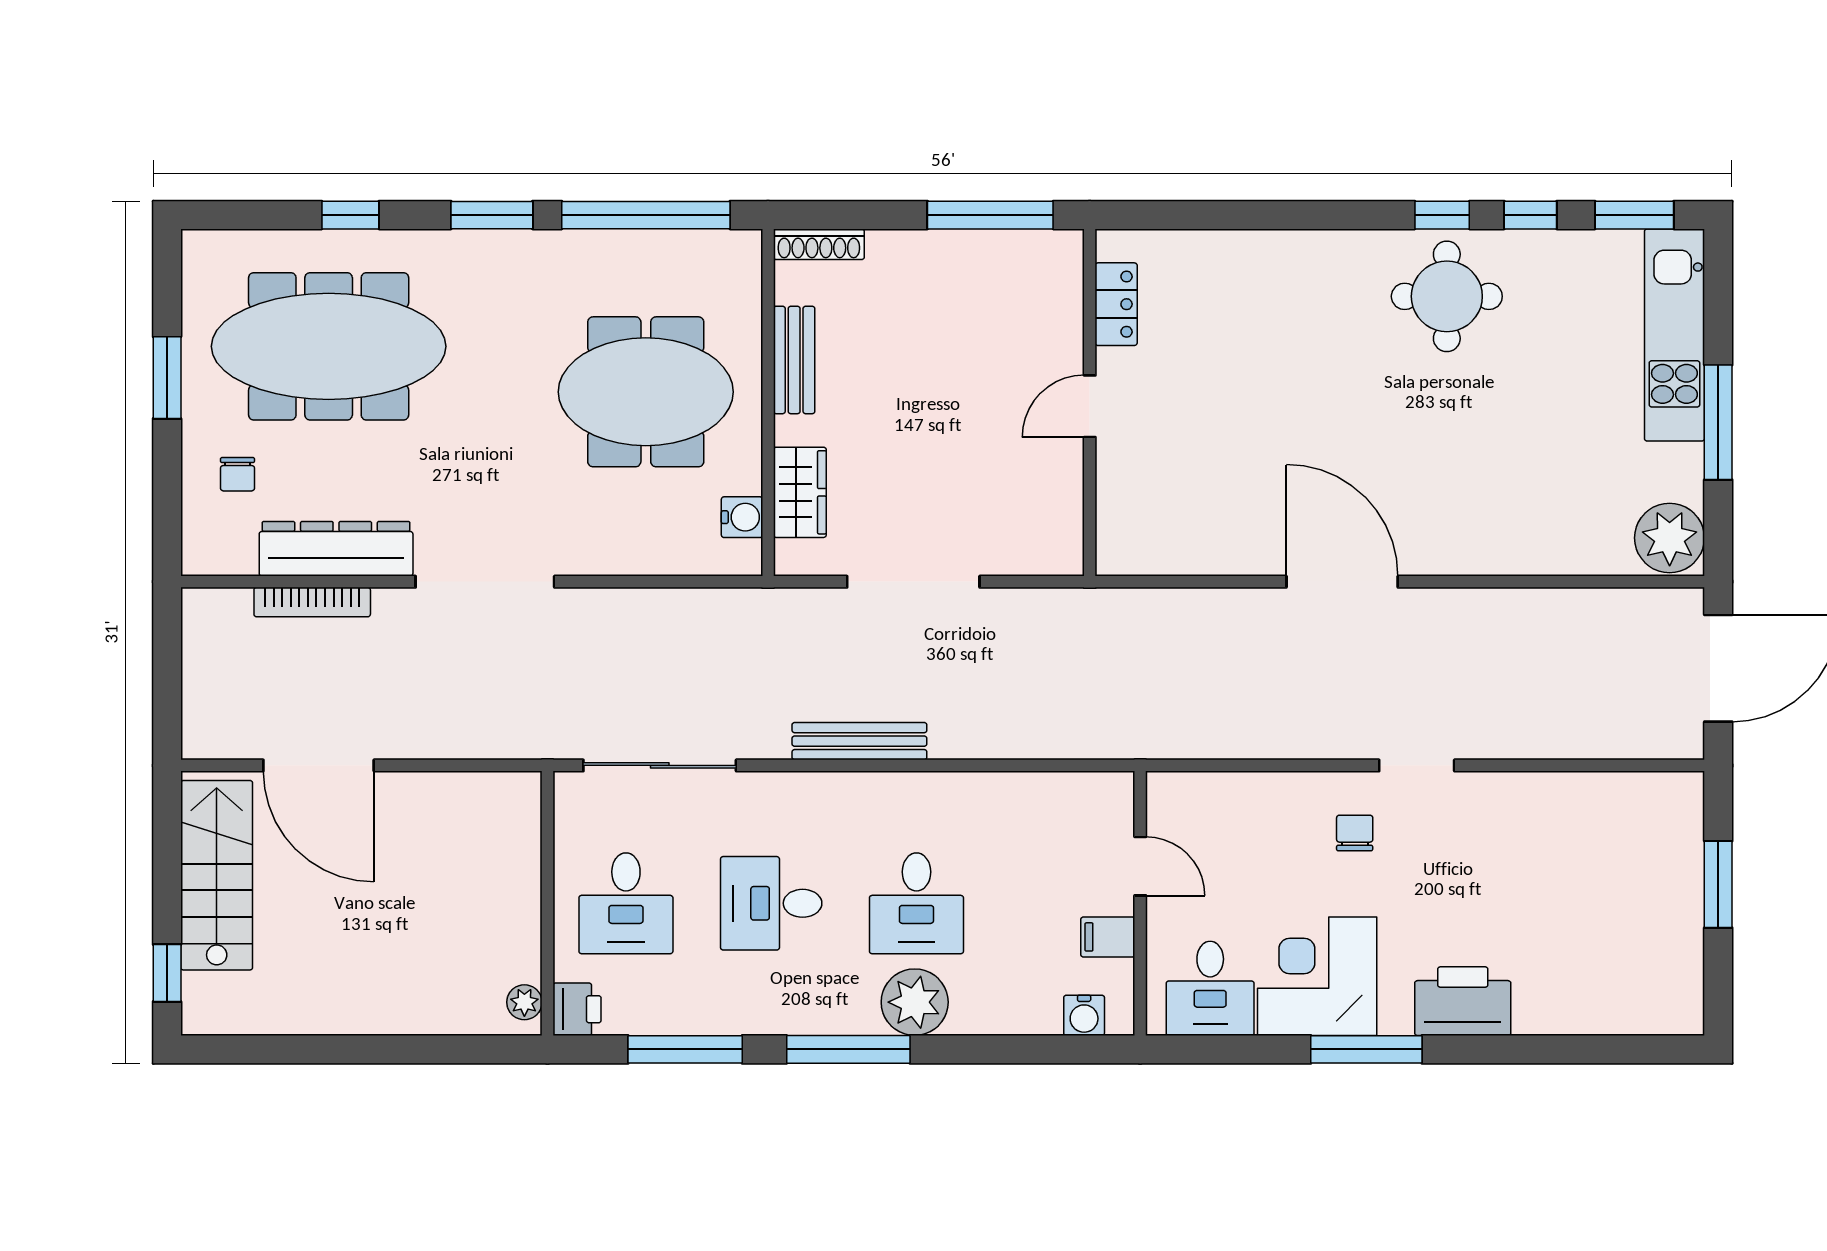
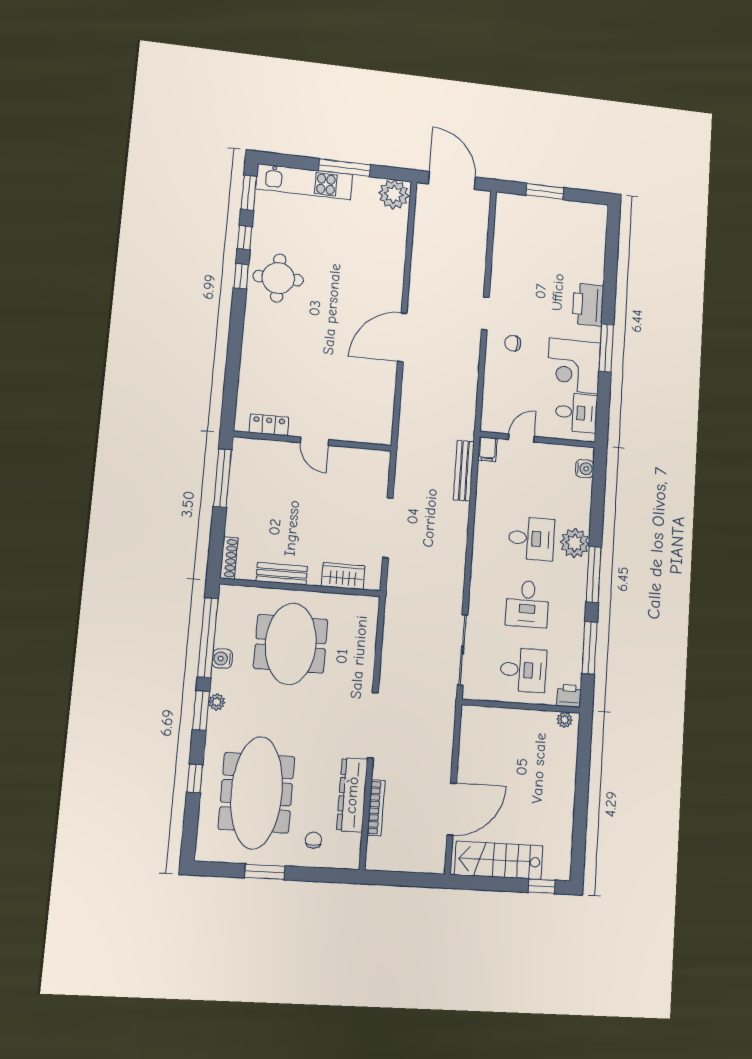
plant: (512, 246) -> (217, 702), added
chair: (237, 474) -> (313, 840), turned -90
water cooler: (742, 517) -> (222, 659), moved, turned -90
bench: (859, 741) -> (464, 471), moved
filing cabinet: (1108, 937) -> (487, 449), moved

